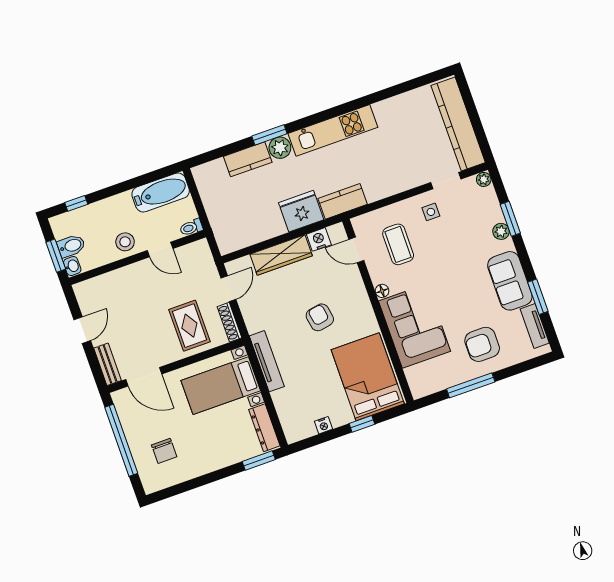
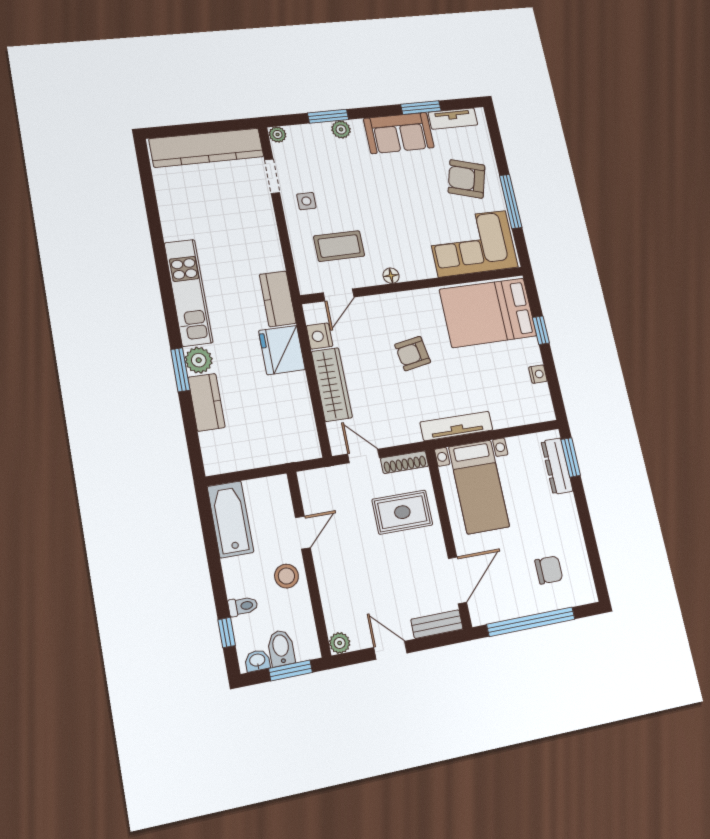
toilet: (191, 227) -> (243, 606), moved, turned -90
washbasin: (72, 266) -> (257, 661), moved
plant: (82, 290) -> (340, 643), added
corner sofa: (415, 326) -> (472, 244), moved
armchair: (482, 344) -> (466, 179), turned 106
dresser: (264, 428) -> (557, 466), moved, turned 90

